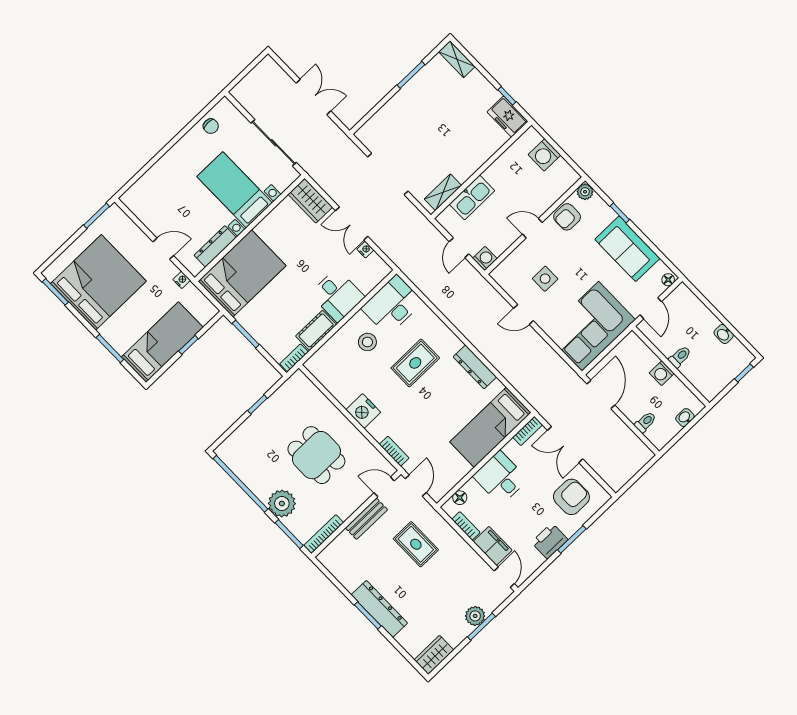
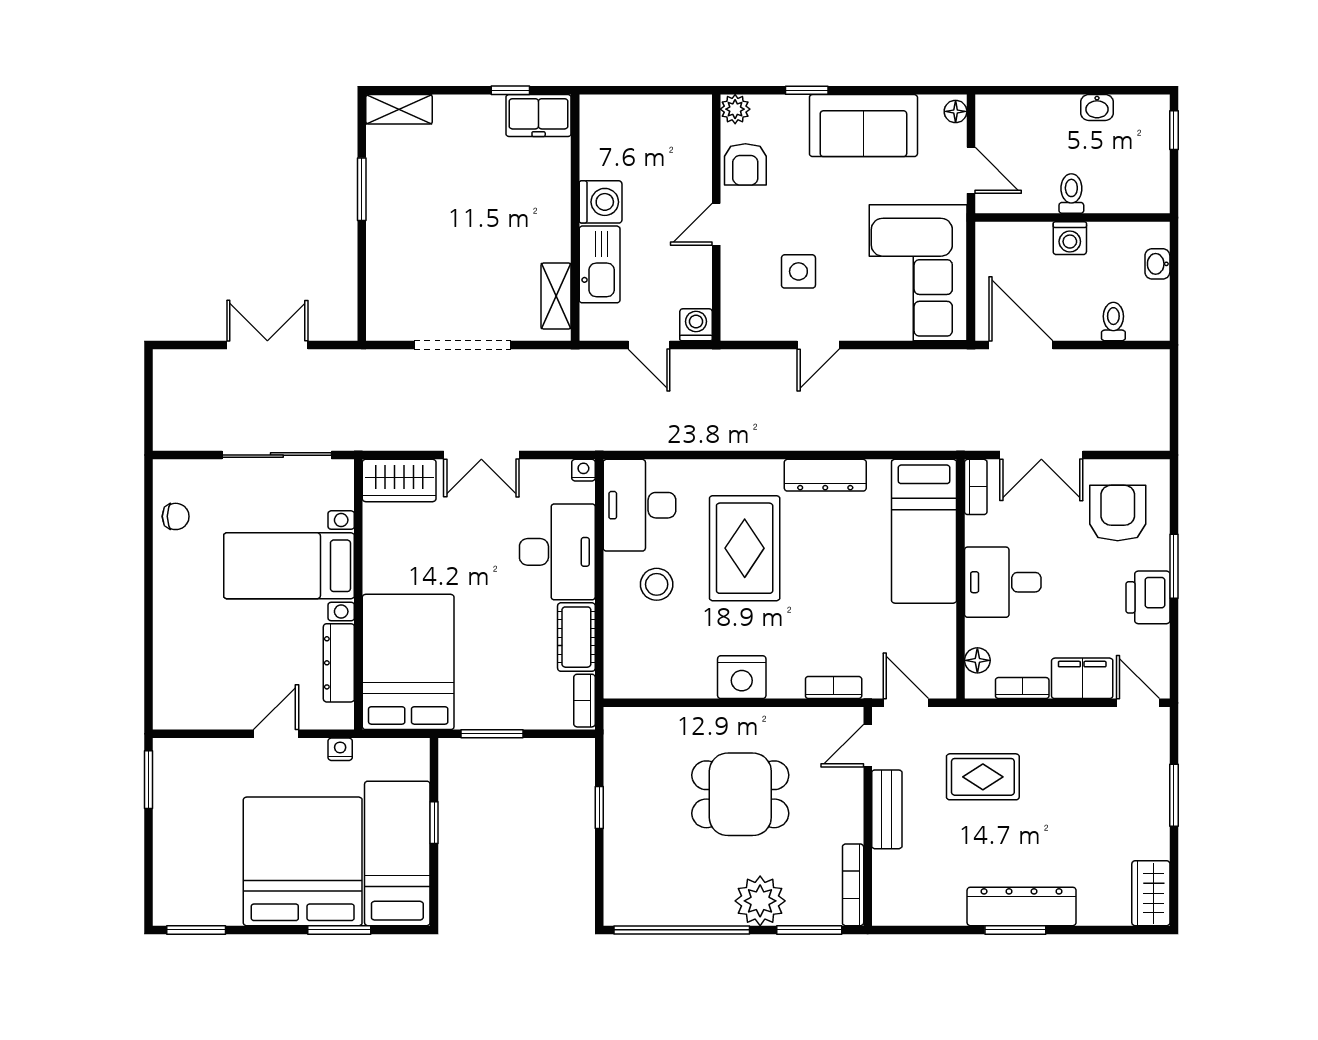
washing machine: (544, 155) -> (601, 202), moved, turned -90
nightstand: (365, 250) -> (583, 470), moved
bed: (98, 282) -> (303, 861), moved
desk: (337, 295) -> (557, 552), width x1.37
rug: (415, 363) -> (745, 548), width x1.36, depth x1.43
plant: (475, 616) -> (1152, 790), removed

